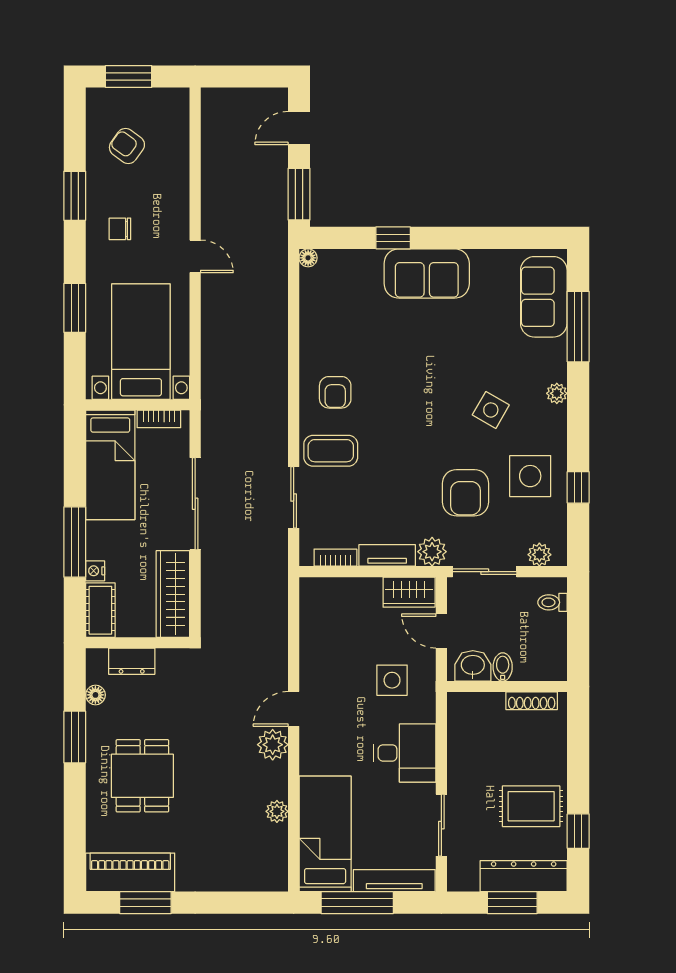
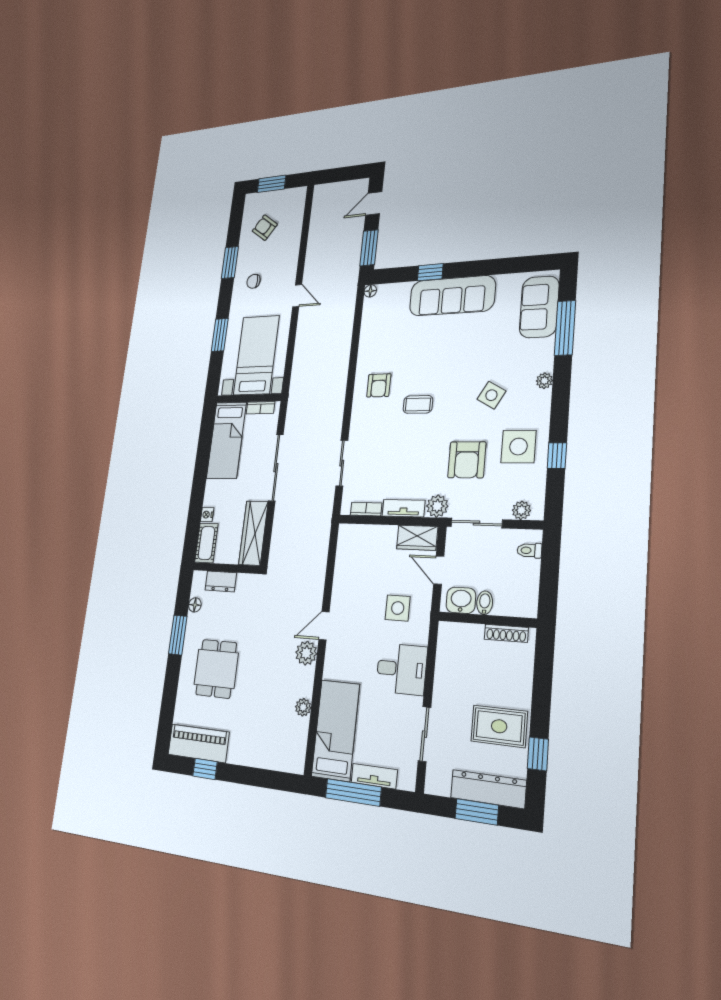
sofa: (427, 273) -> (452, 296), width x1.36
coffee table: (331, 451) -> (418, 404), moved, width x0.73, depth x0.77
window: (75, 542) -> (198, 494), removed
tv unit: (394, 881) -> (374, 776), width x0.71
window: (145, 903) -> (205, 769), width x0.67

